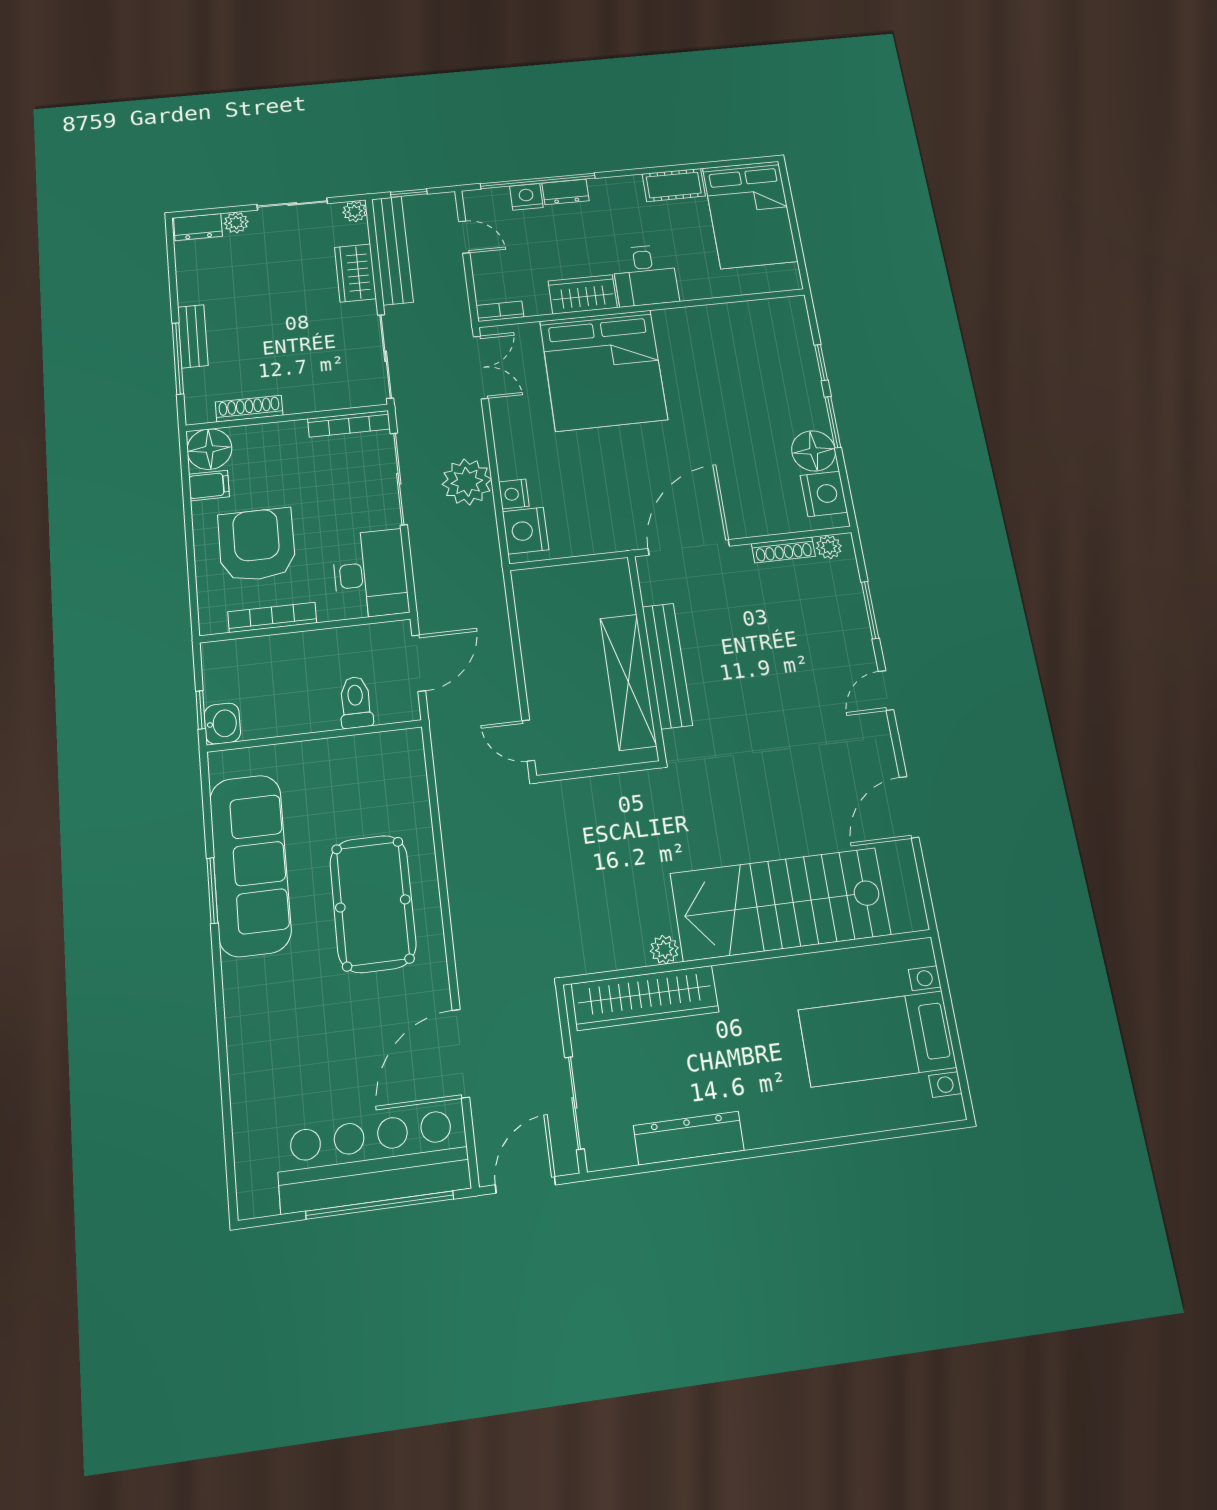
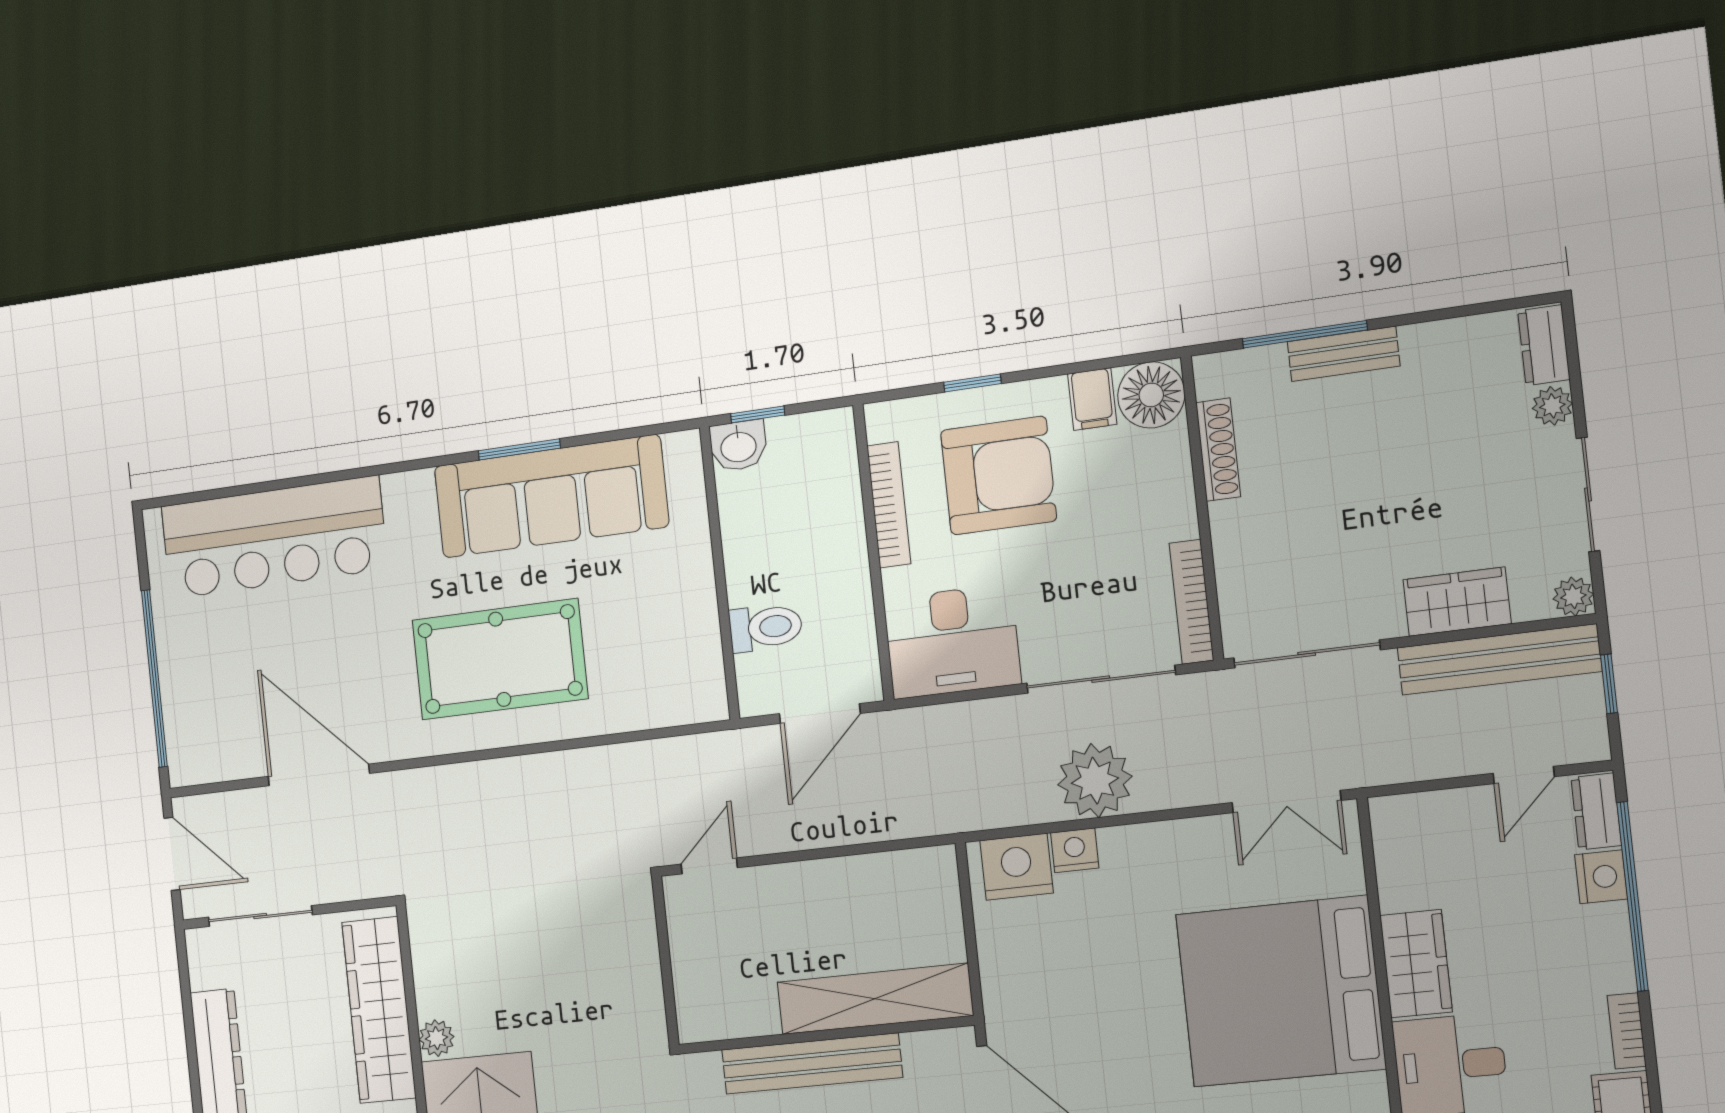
dresser: (566, 192) -> (1596, 812), moved
bookcase: (500, 311) -> (1627, 1031), moved, turned 180
window: (191, 562) -> (973, 383), added
door: (419, 663) -> (820, 714), hinge flipped
shelving: (628, 682) -> (875, 999), moved
bar counter: (373, 1161) -> (274, 537), moved, turned 90

